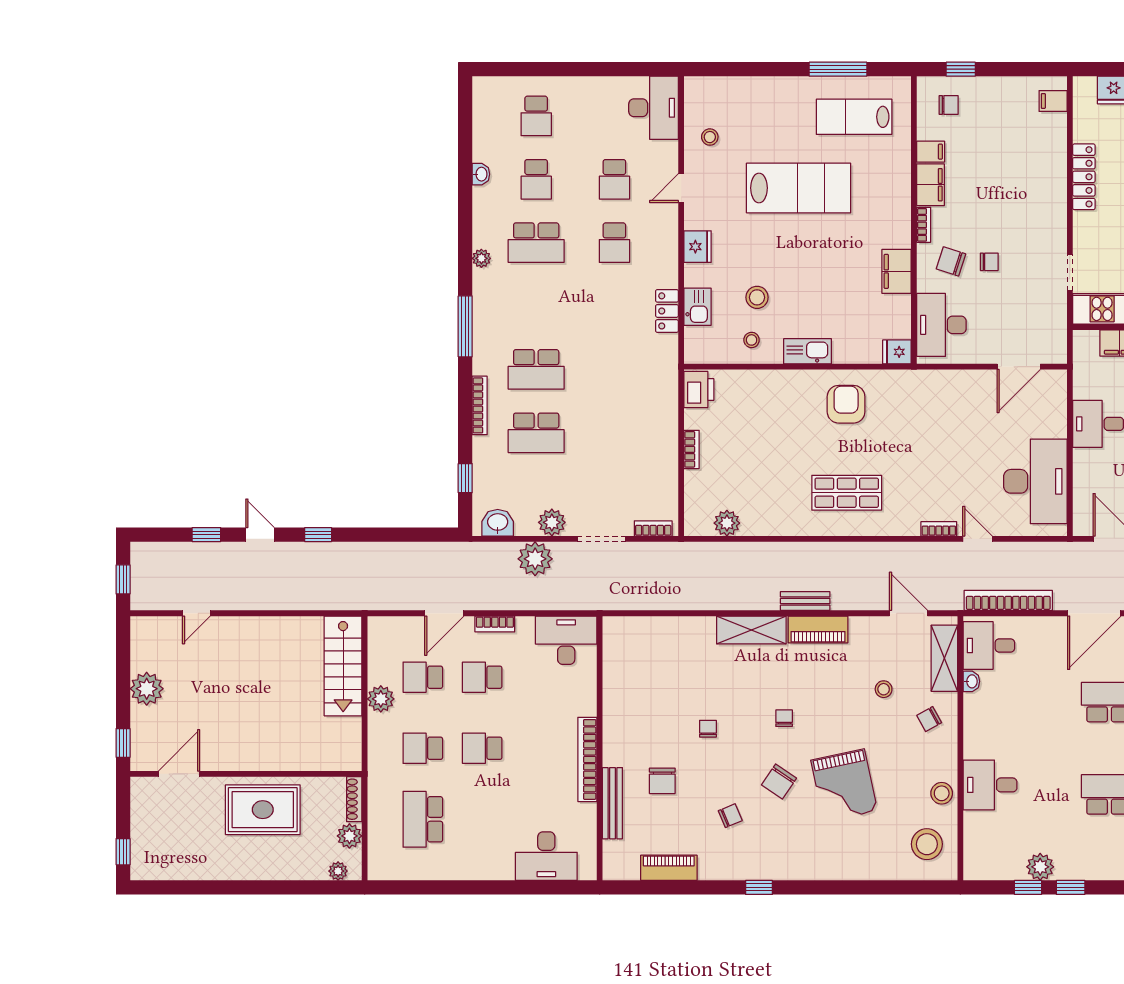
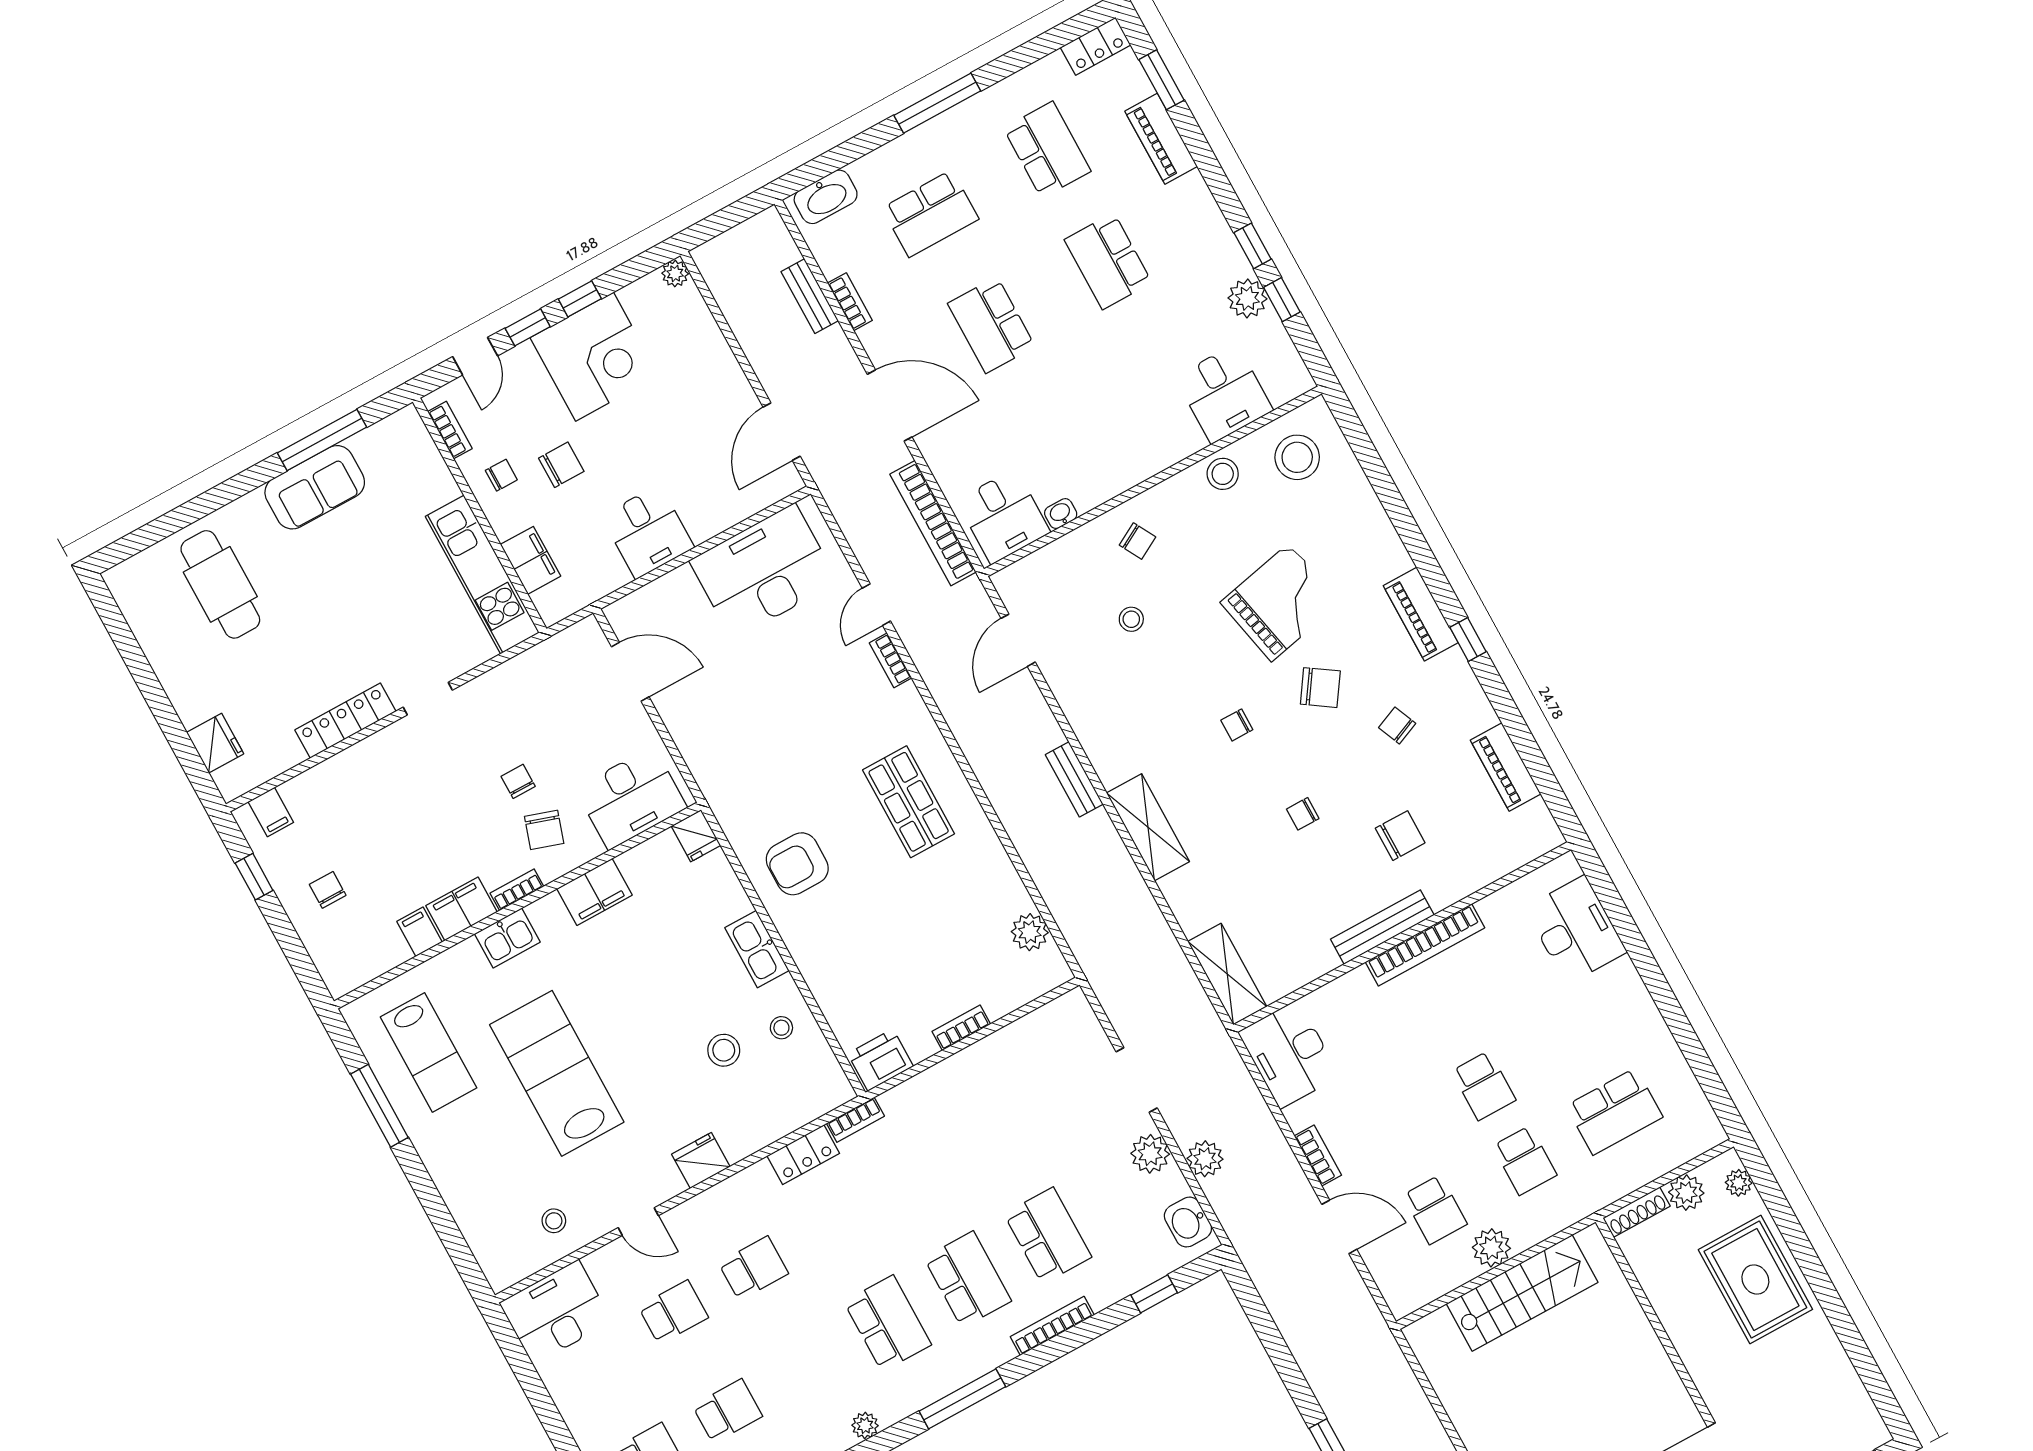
window: (961, 69) -> (254, 877), moved
chair: (949, 105) -> (328, 890), moved
school desk: (536, 243) -> (888, 1323), moved
doorway: (1070, 273) -> (428, 699), moved
kitchen sink: (698, 307) -> (507, 938), moved, turned 180
bookcase: (653, 528) -> (855, 1120), moved, turned -90
plant: (535, 559) -> (1205, 1159), width x0.73, depth x0.73
piano: (818, 629) -> (1421, 614), moved, turned 180
shelving: (944, 658) -> (1227, 974), moved, turned 90
stairs: (343, 666) -> (1522, 1293), moved
school desk: (482, 677) -> (1394, 1135), removed
desk: (990, 785) -> (1224, 394), moved
bench: (612, 803) -> (1382, 927), moved
rug: (263, 810) -> (1755, 1279), moved

